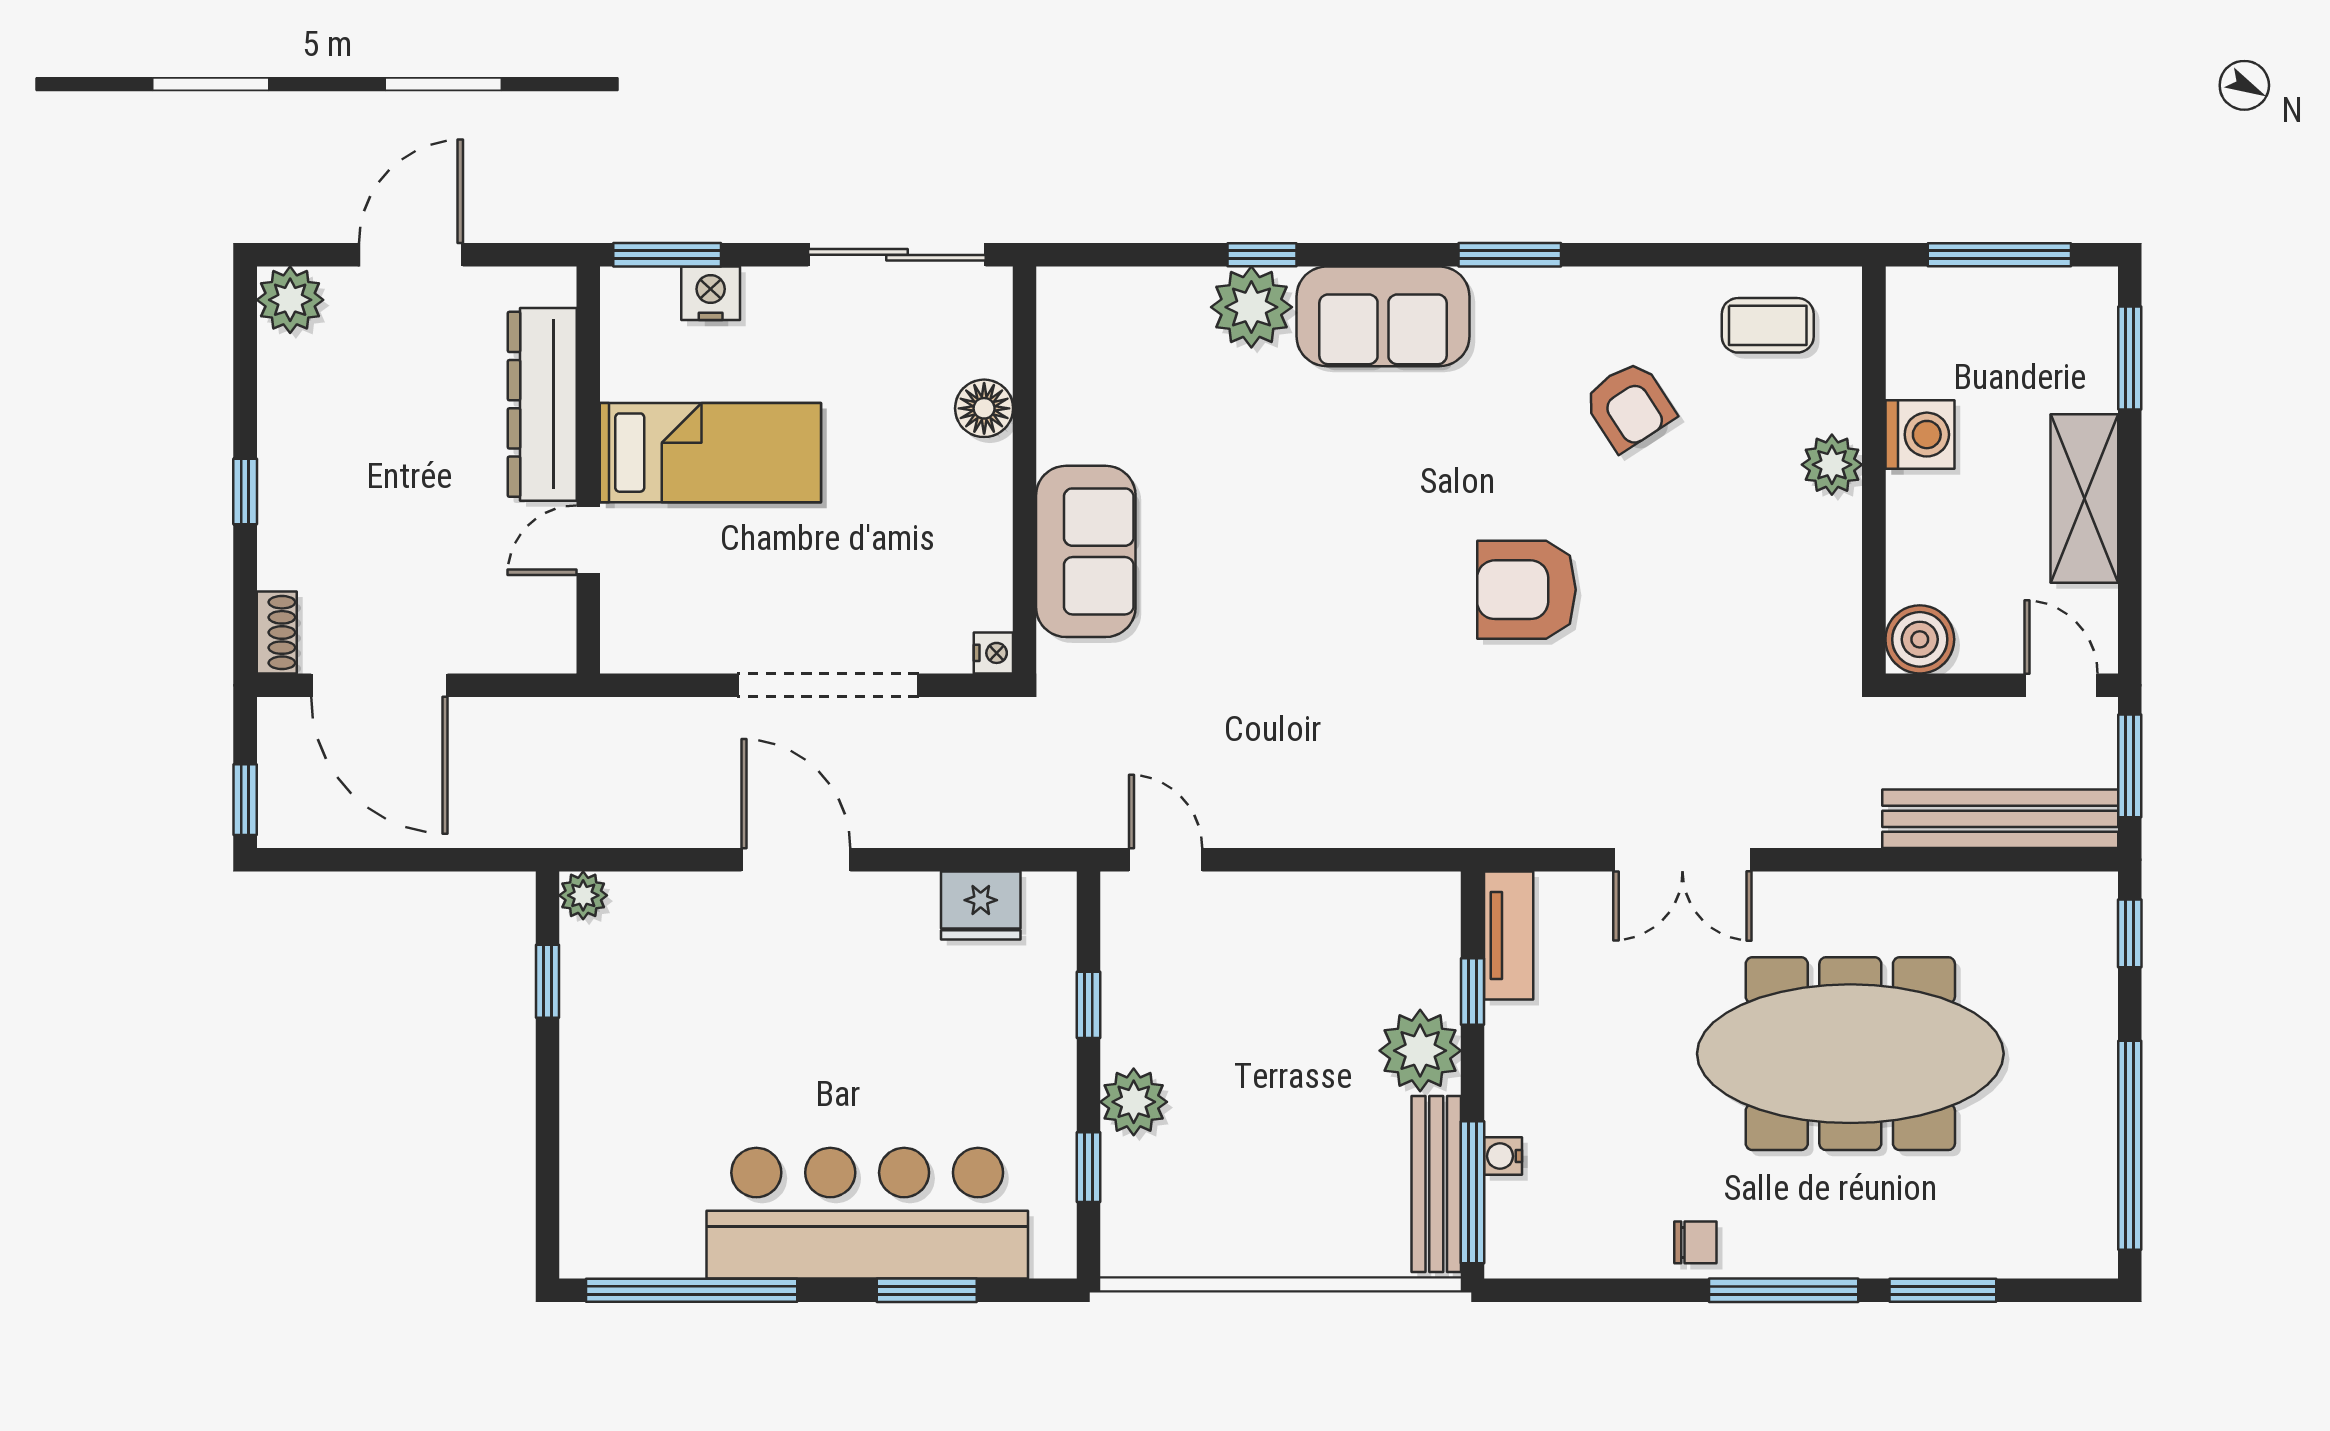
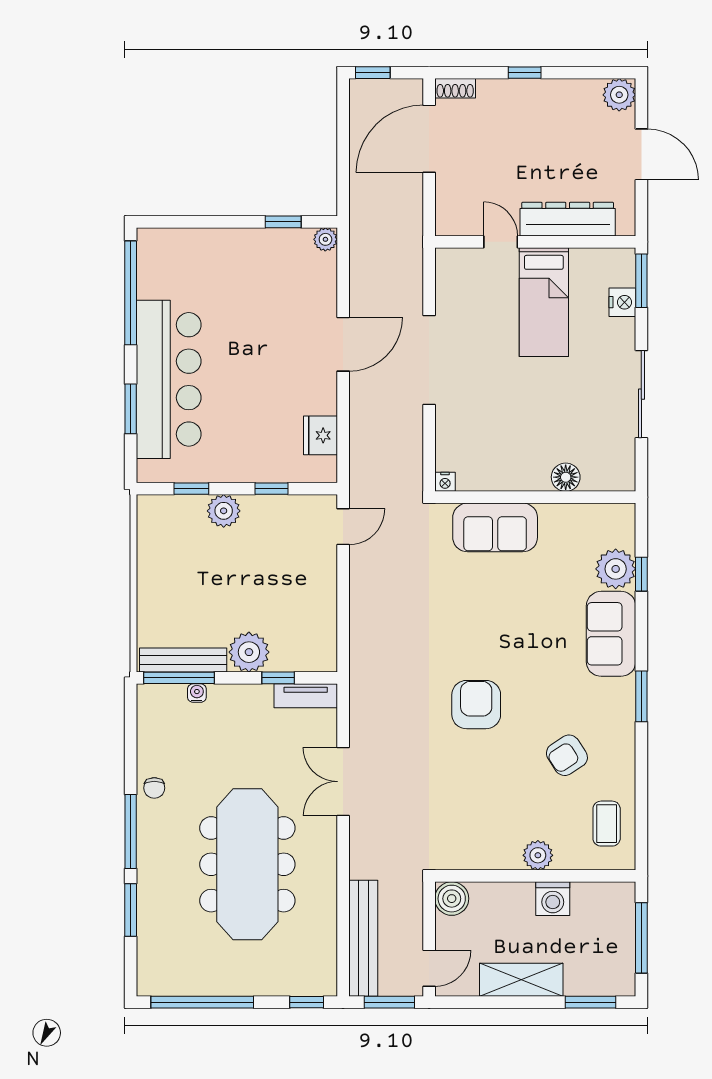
floor lamp: (984, 408) -> (566, 477), moved
wall: (1025, 470) -> (535, 497), moved
sofa: (1086, 551) -> (495, 527), moved
nightstand: (993, 653) -> (445, 482), moved

